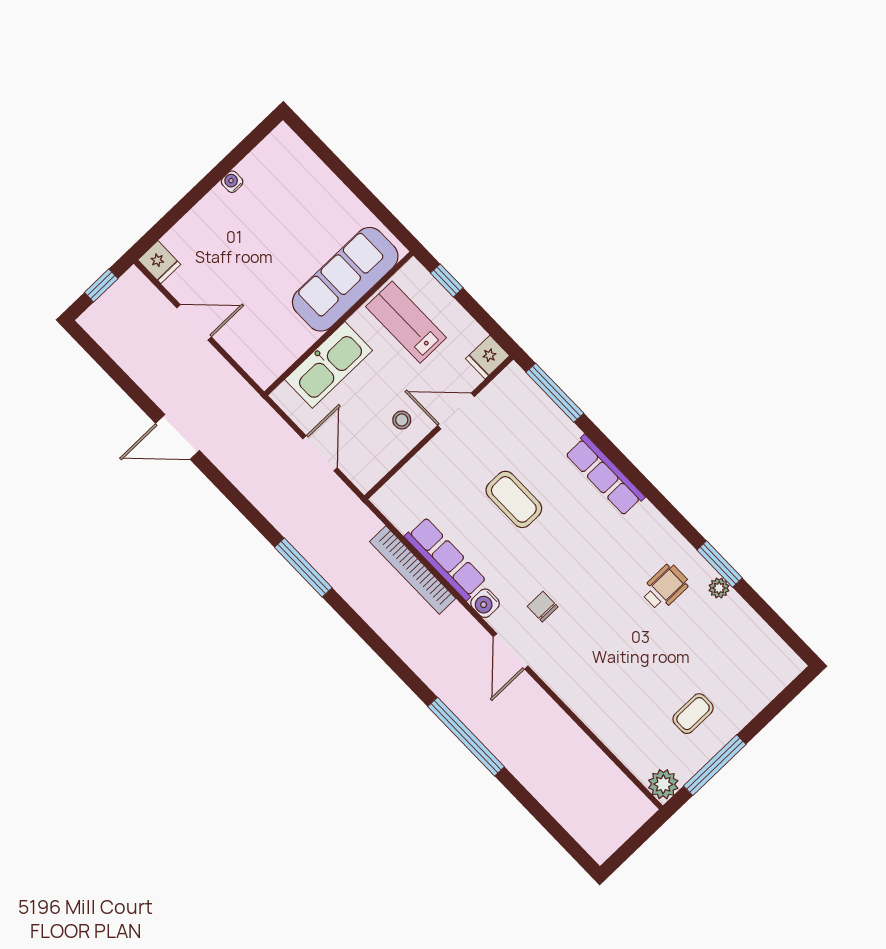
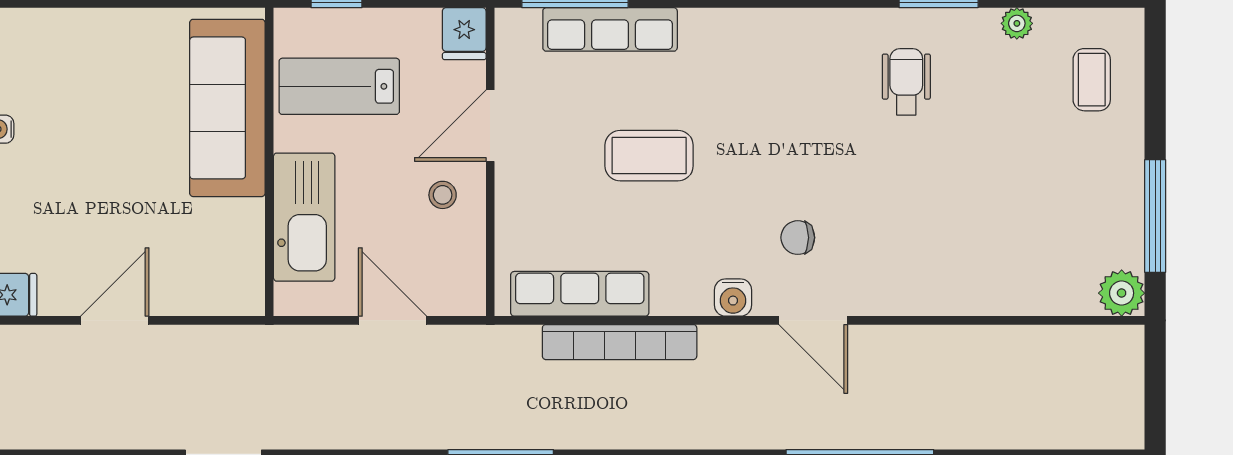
row of seats: (605, 475) -> (610, 29), moved
row of seats: (446, 559) -> (580, 294), moved
plant: (719, 588) -> (1017, 23), moved
coffee table: (693, 714) -> (1092, 80), moved

